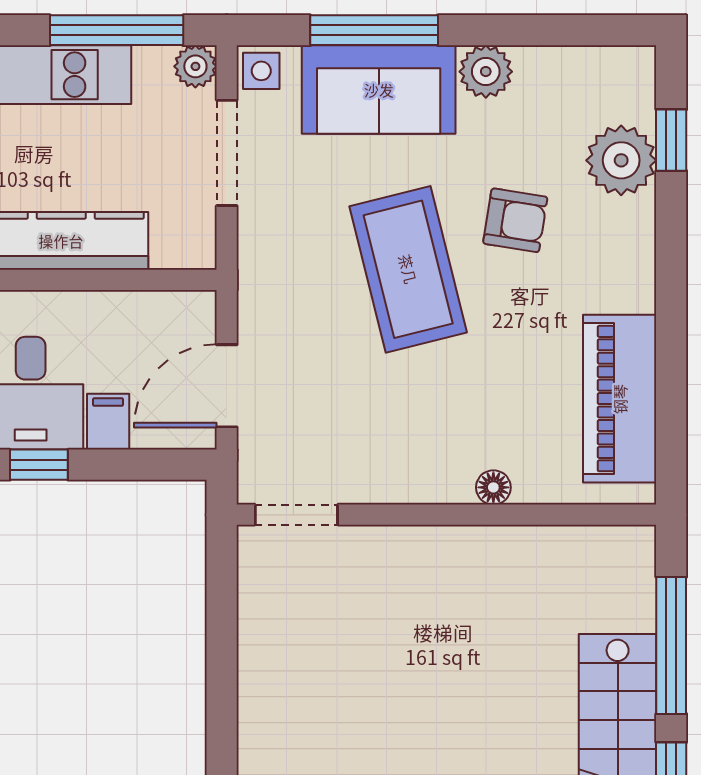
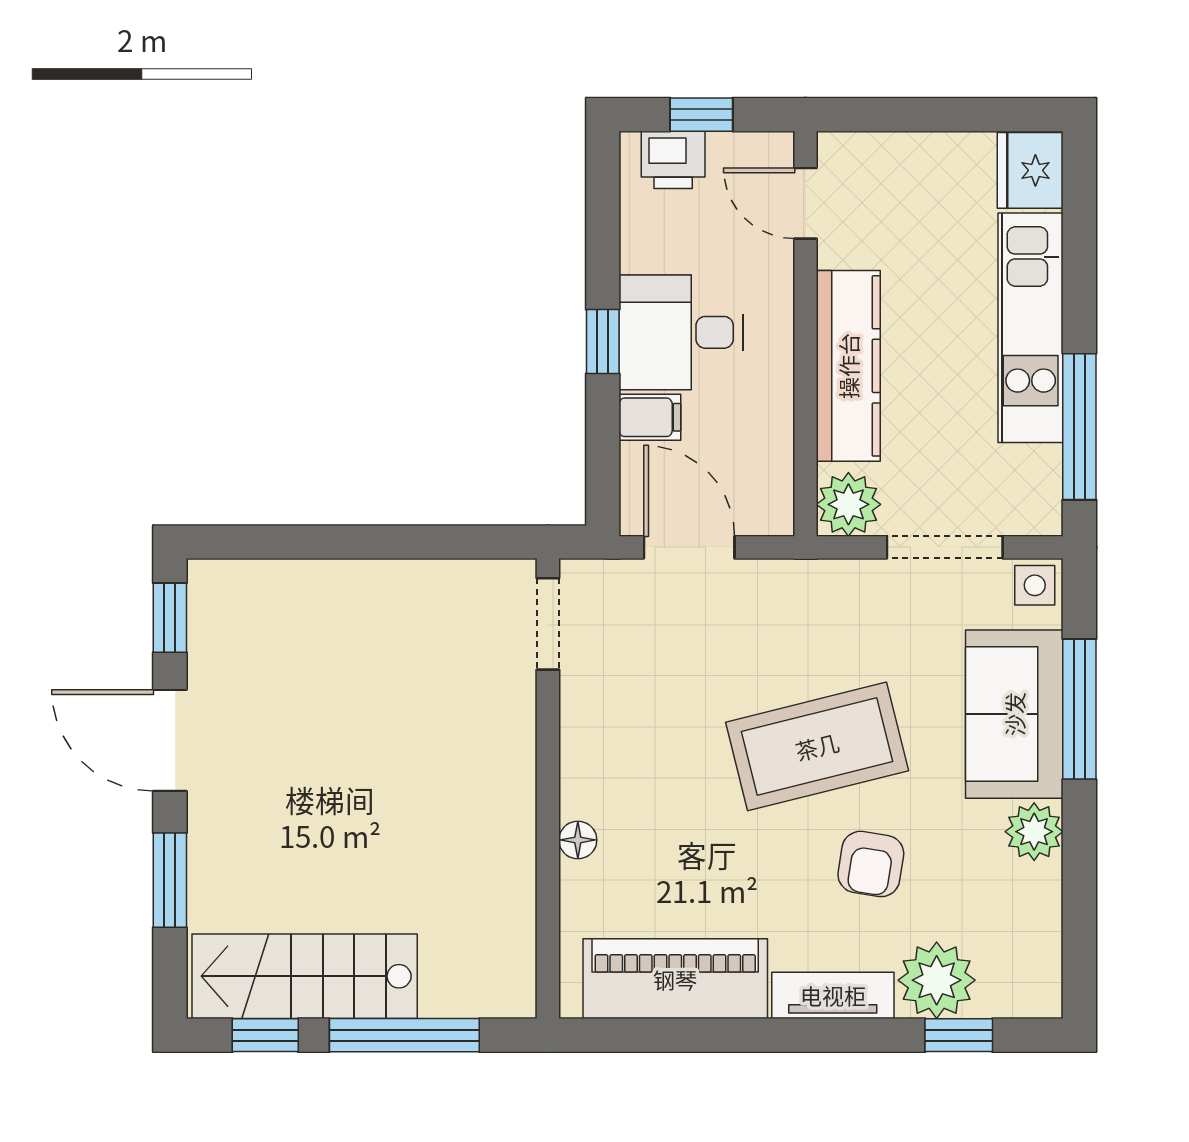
plant: (195, 66) -> (848, 504), moved, width x1.38, depth x1.38
tv unit: (635, 255) -> (833, 995), added

